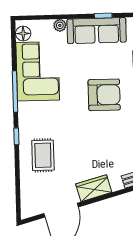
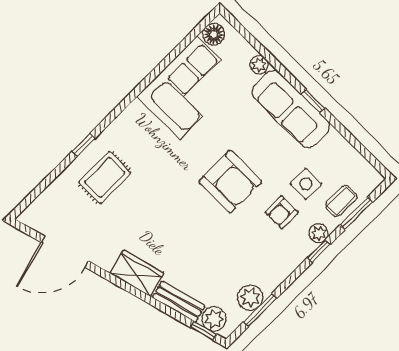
window: (15, 92) -> (144, 84), removed
window: (16, 136) -> (83, 145), moved
wardrobe: (94, 188) -> (137, 273), moved

